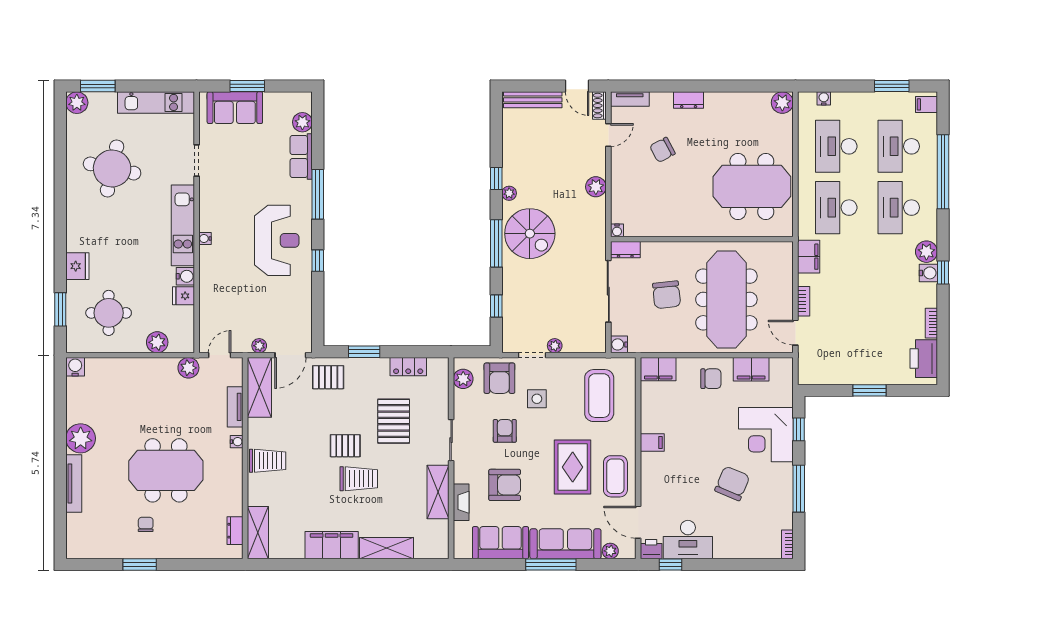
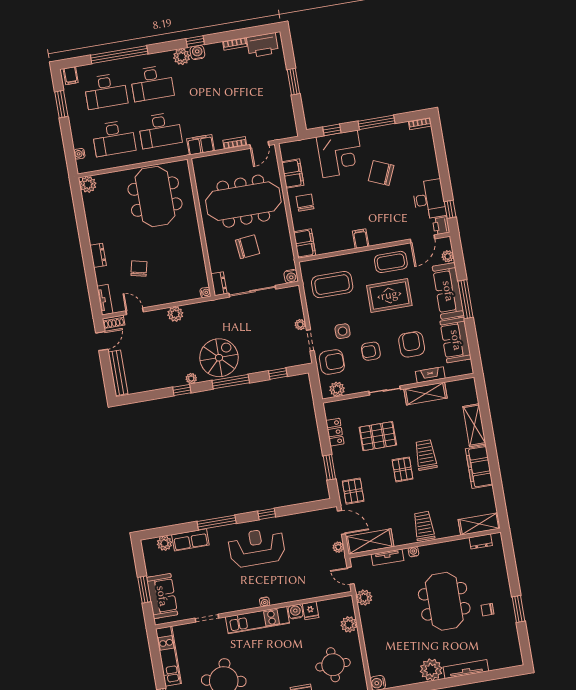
chair: (662, 150) -> (139, 269), turned -139

